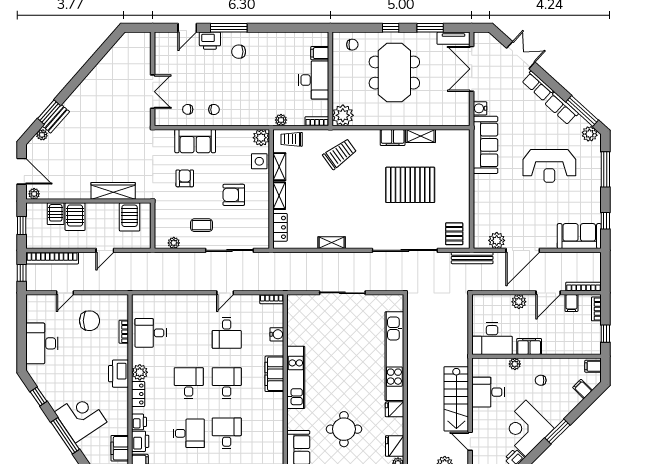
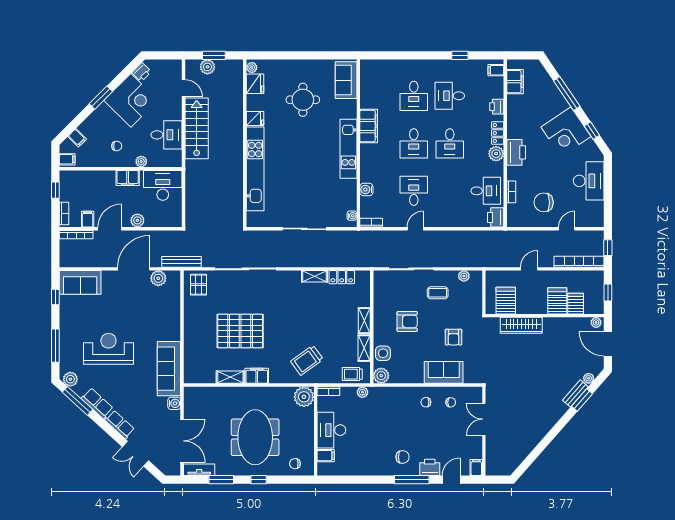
filing cabinet: (161, 41) -> (476, 467), added
trolley: (292, 139) -> (352, 374), turned 180
locker: (280, 227) -> (342, 277), moved, turned -90
water cooler: (292, 307) -> (352, 216), added
filing cabinet: (274, 374) -> (369, 126), moved
corner desk: (81, 417) -> (566, 132), moved
printer: (140, 441) -> (496, 217), moved

